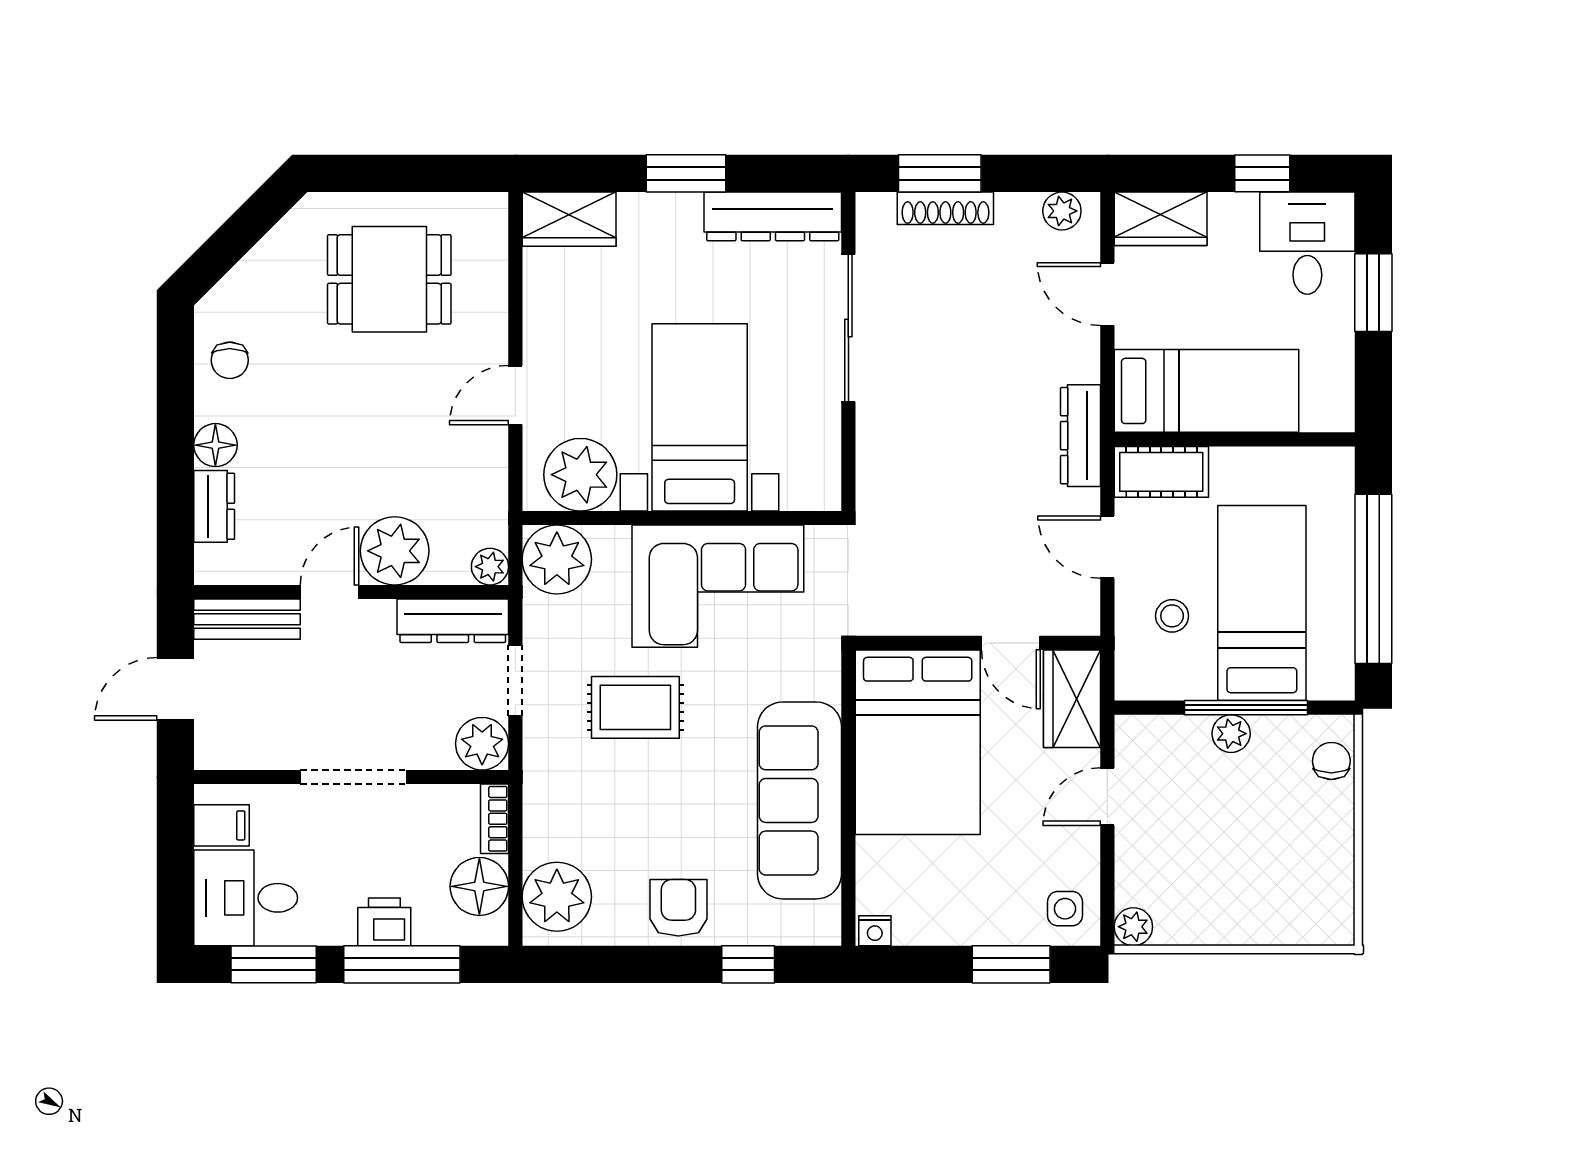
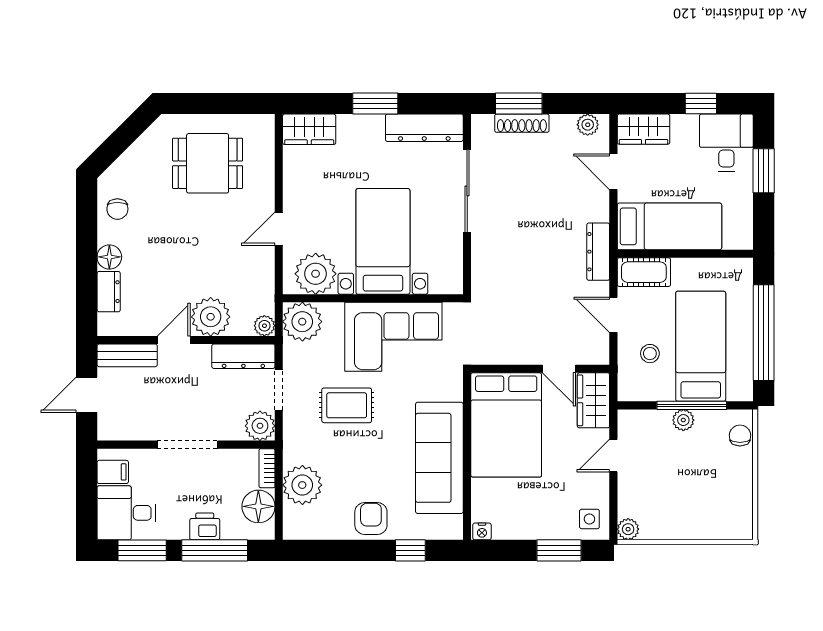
plant: (557, 897) -> (302, 485), moved

